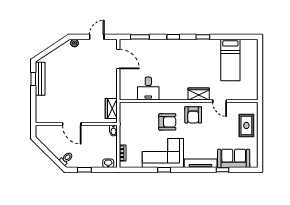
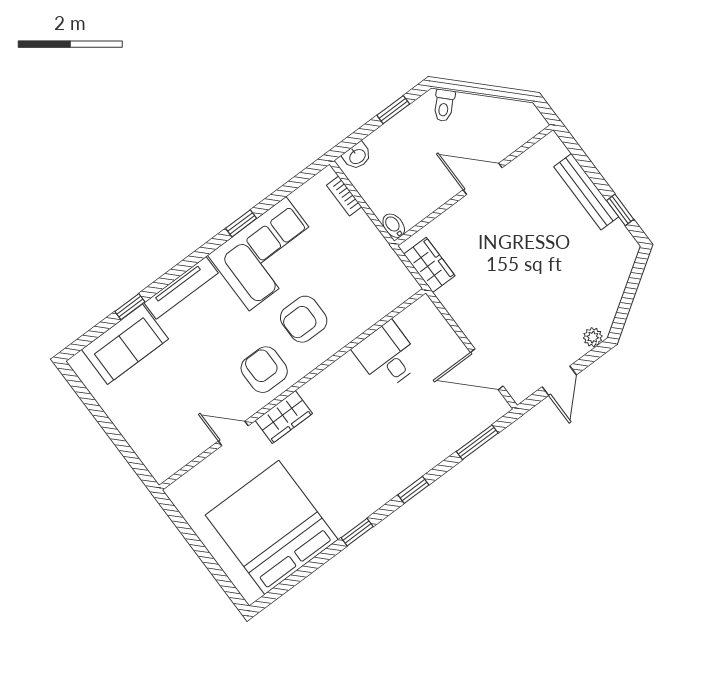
bed: (230, 60) -> (272, 527), width x2.04
bench: (40, 79) -> (586, 192), moved
rug: (246, 125) -> (148, 425), removed

